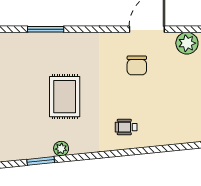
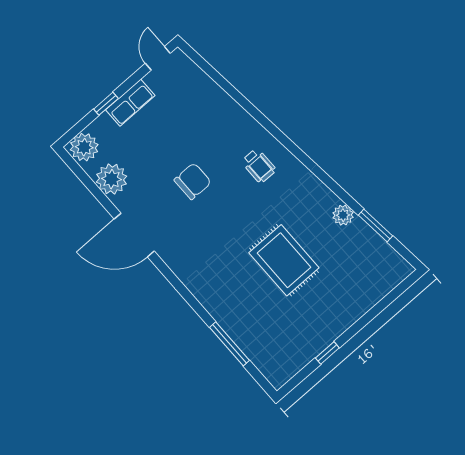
chair: (137, 65) -> (193, 181), moved
rug: (65, 97) -> (284, 260), turned 90

